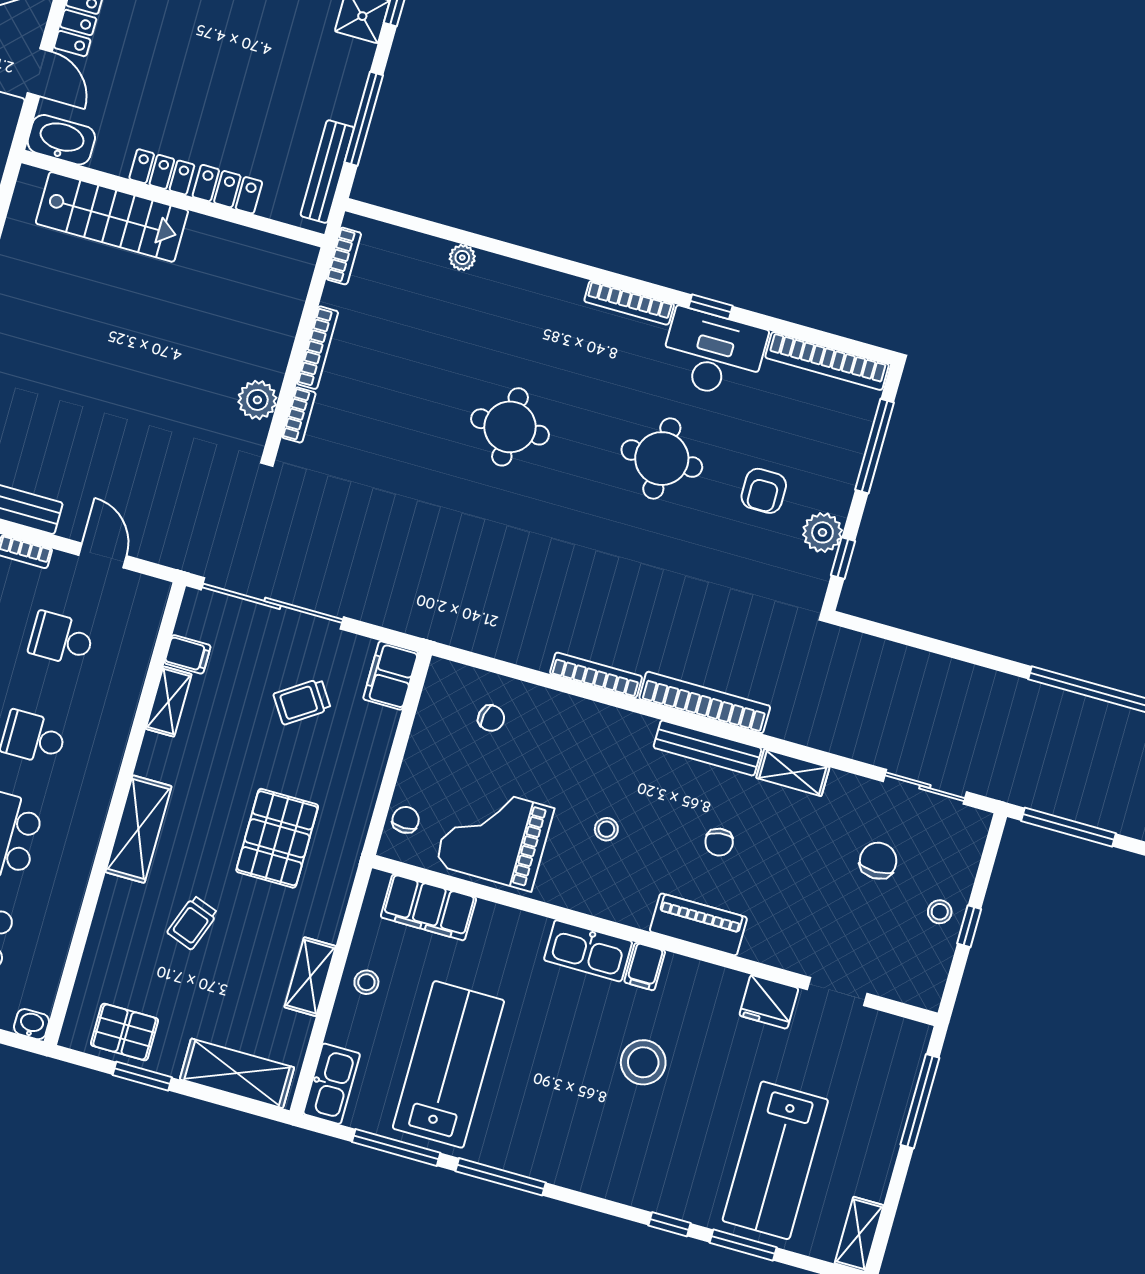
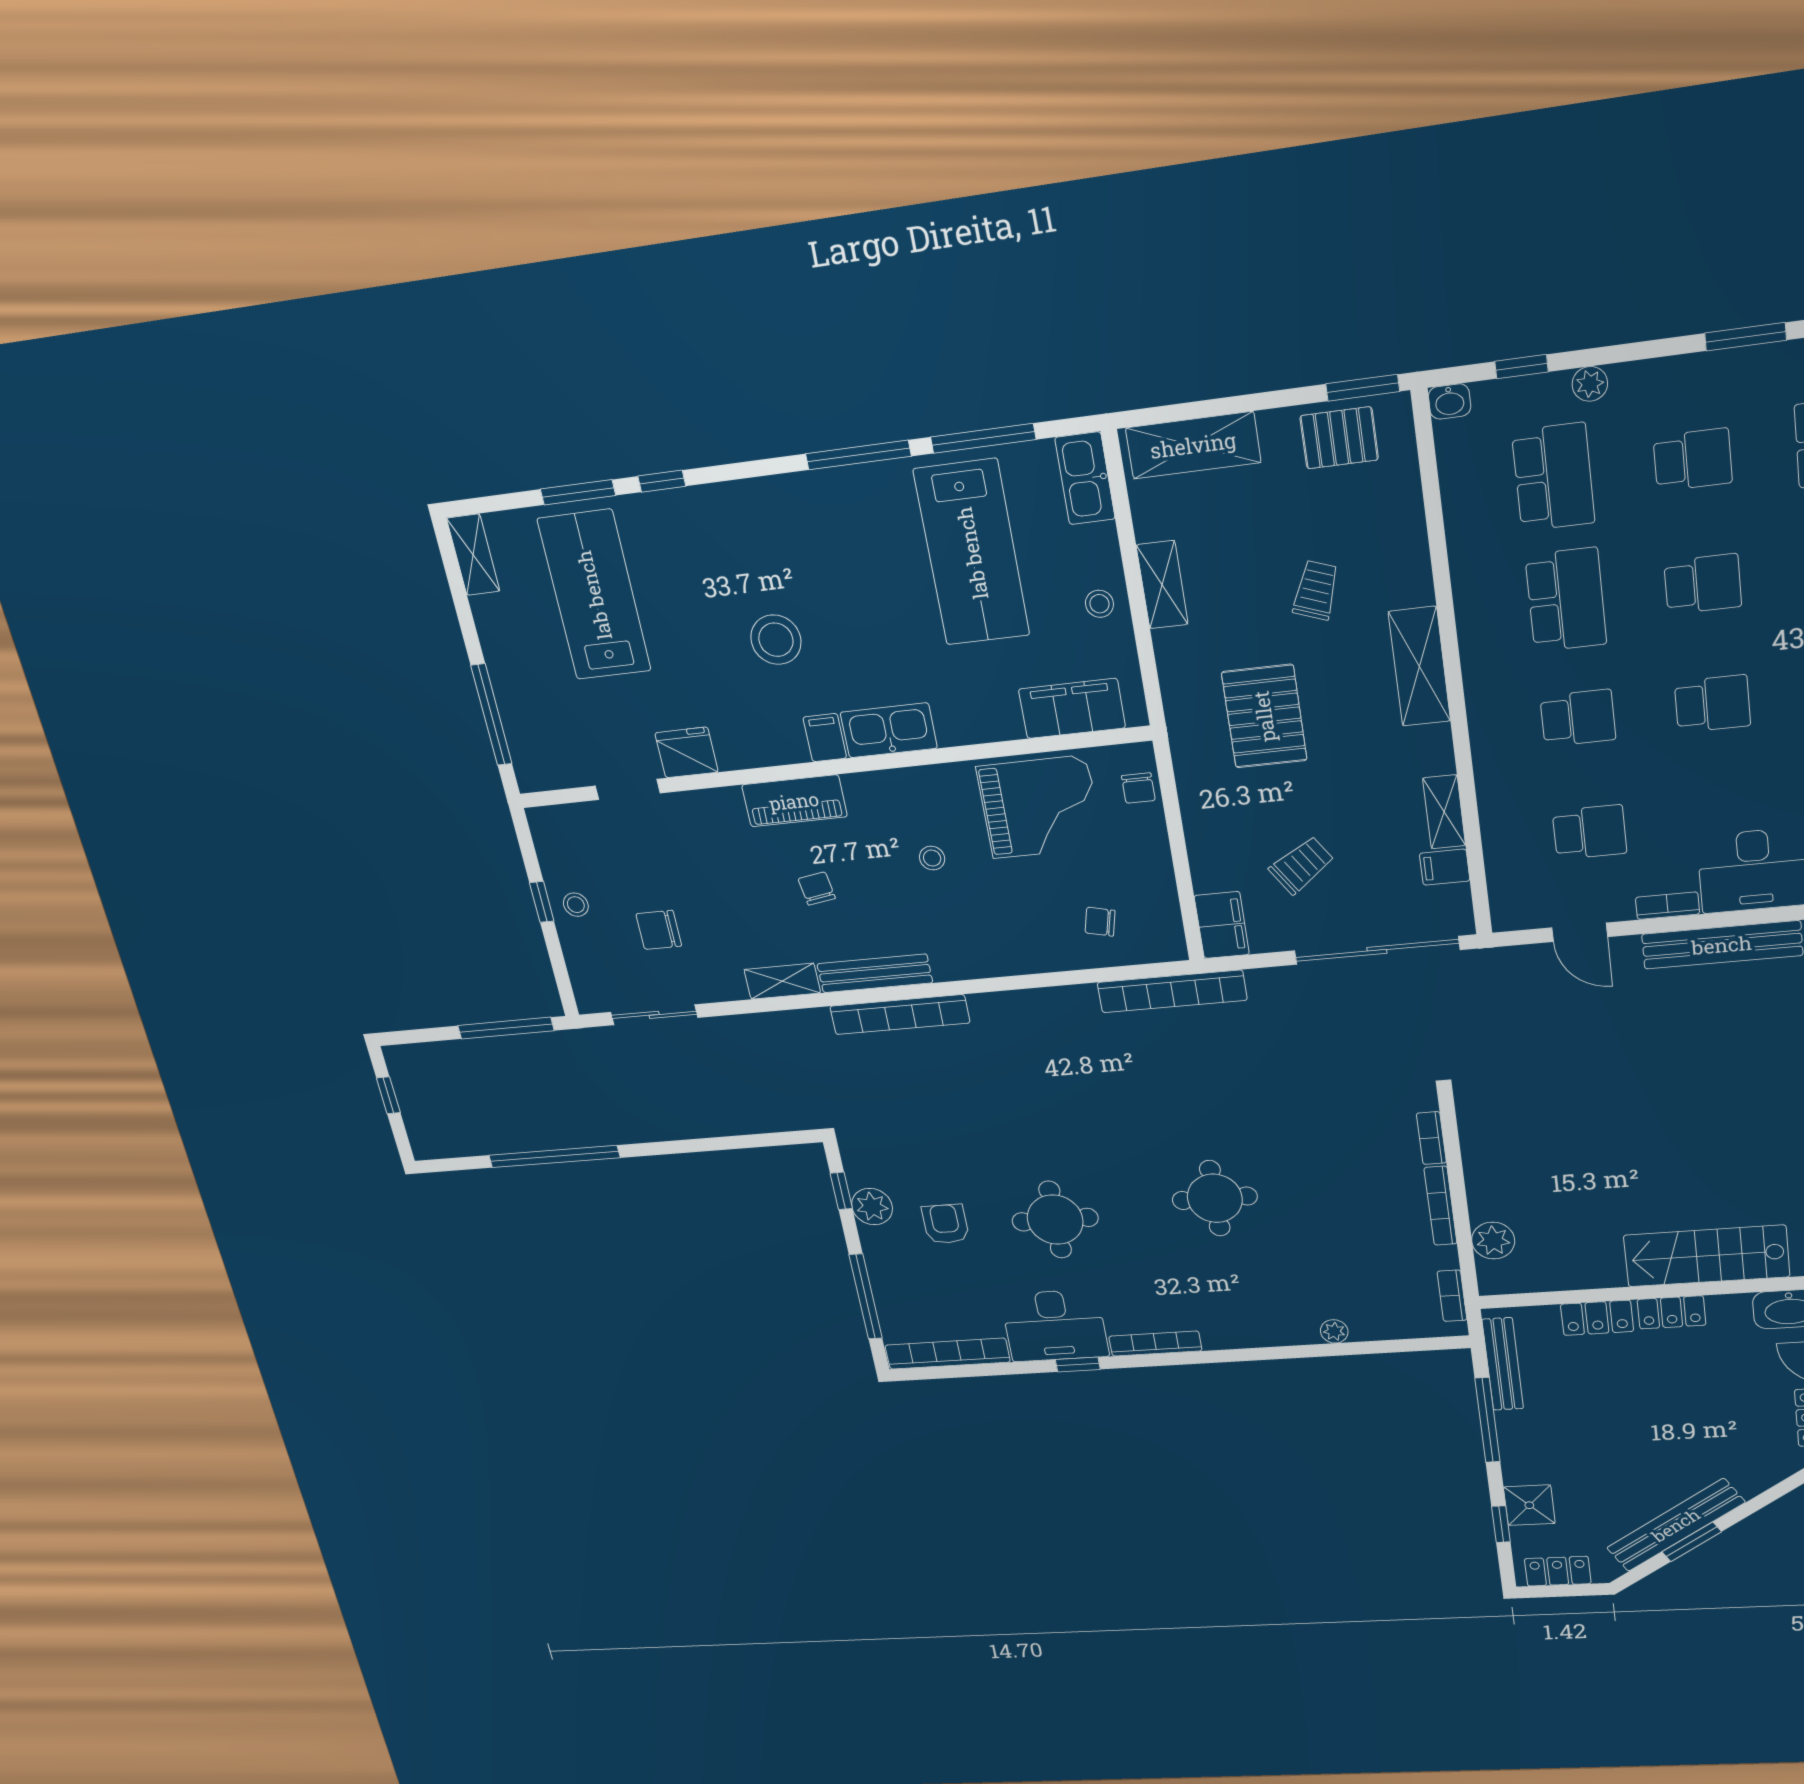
plant: (257, 400) -> (1493, 1241), moved
bookcase: (596, 675) -> (1172, 991), moved, width x1.48, depth x1.31
chair: (878, 861) -> (659, 930), turned 90
window: (142, 1076) -> (1363, 388), moved

